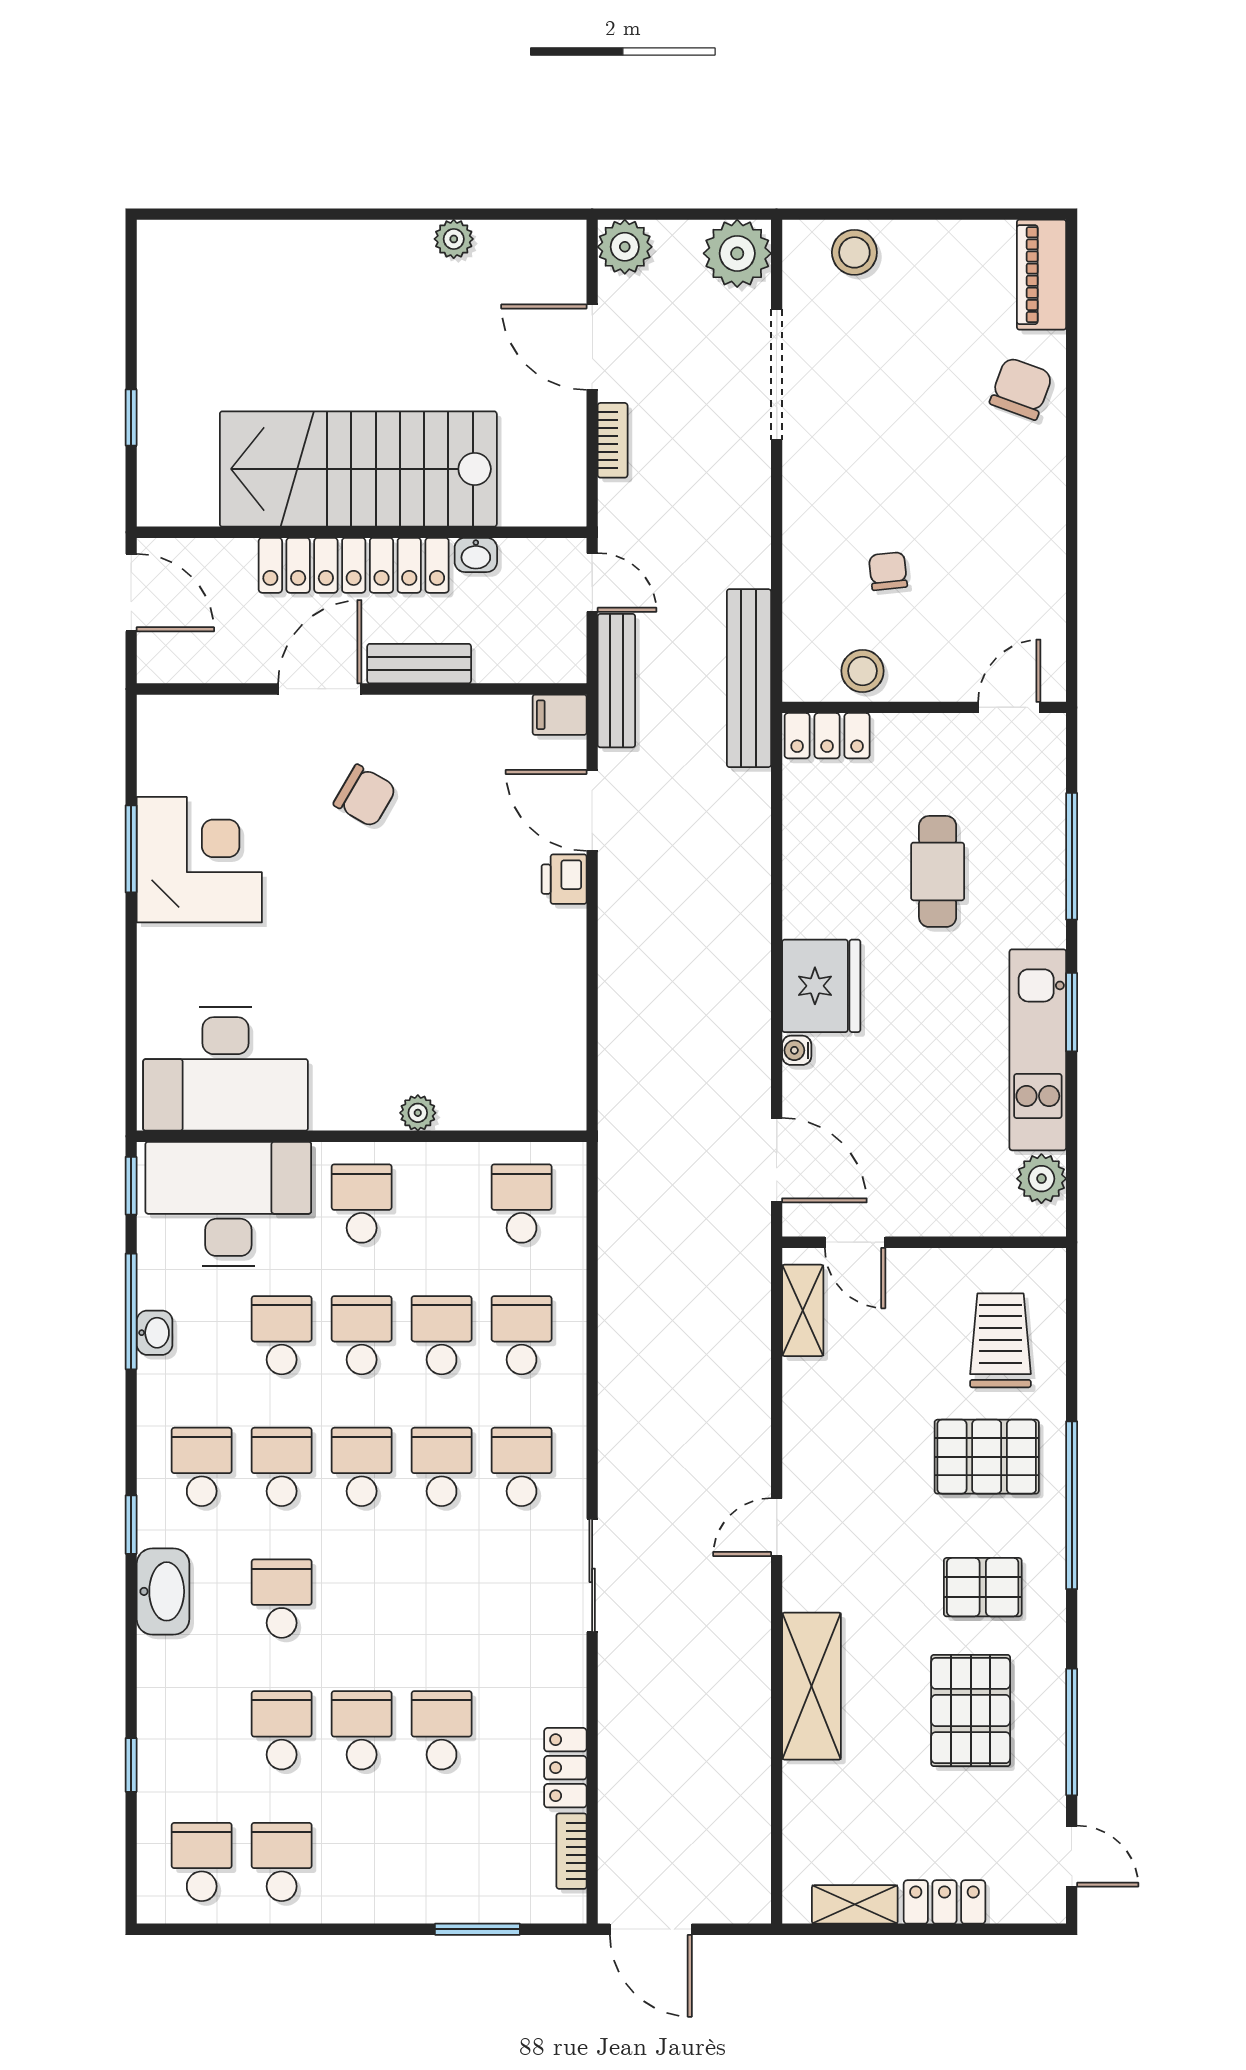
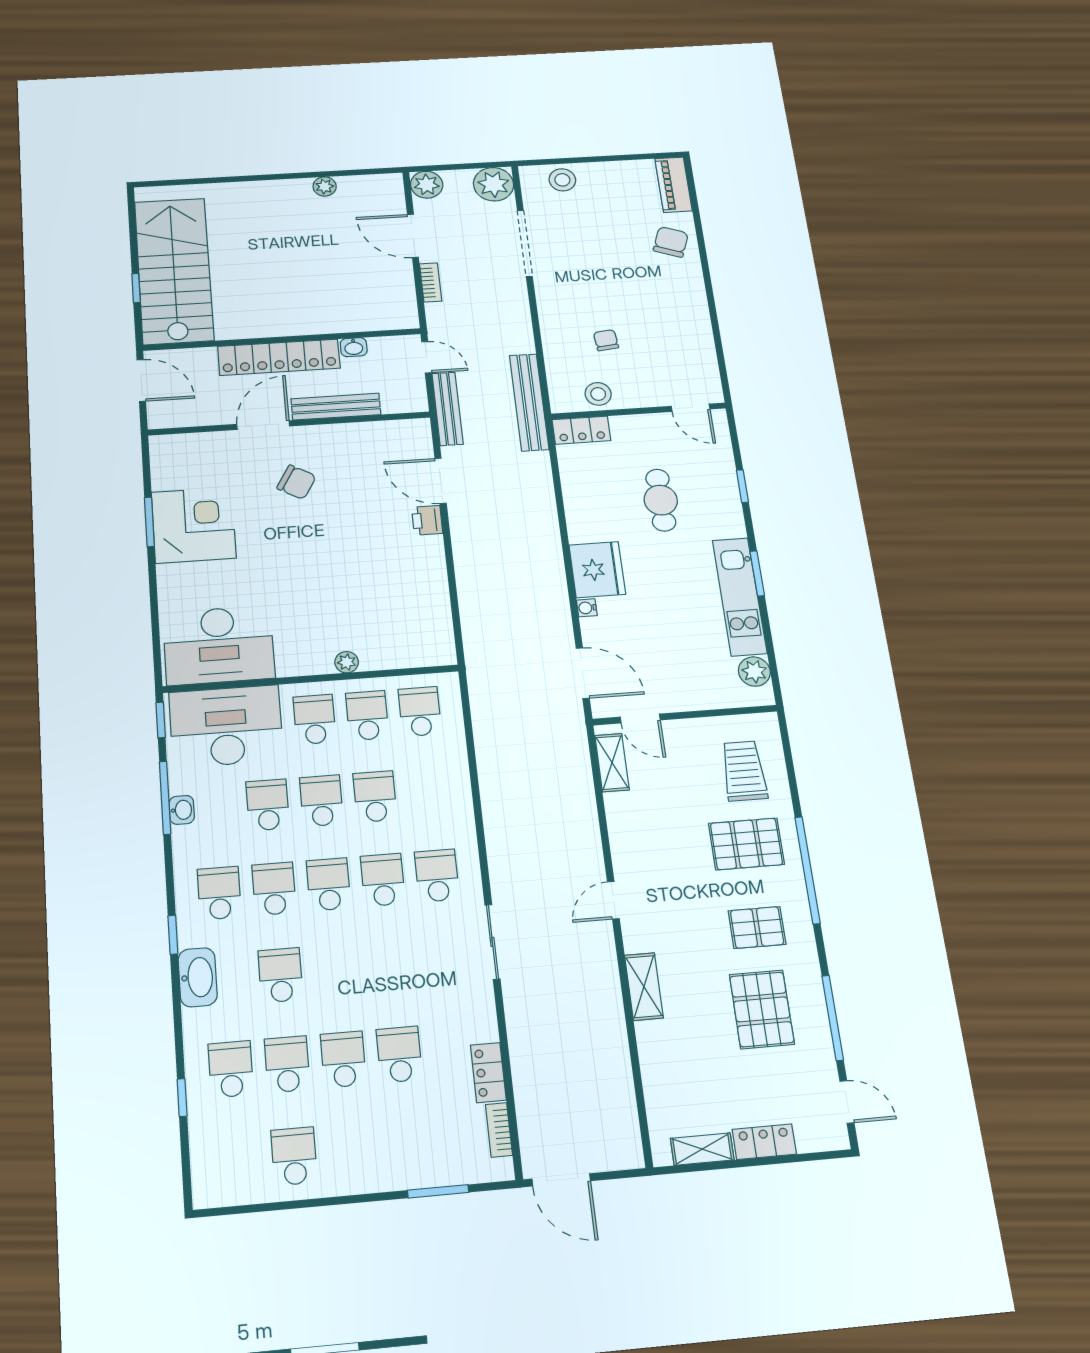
stairs: (358, 469) -> (174, 271), moved, turned 90
bench: (419, 664) -> (336, 407), width x1.36
door: (1009, 707) -> (691, 408), swing flipped
filing cabinet: (560, 715) -> (414, 430), removed
window: (1072, 856) -> (742, 486), width x0.46
school desk: (522, 1335) -> (367, 715), moved
shelving: (812, 1686) -> (644, 987), width x0.67, depth x0.75
school desk: (202, 1862) -> (231, 1069), moved

